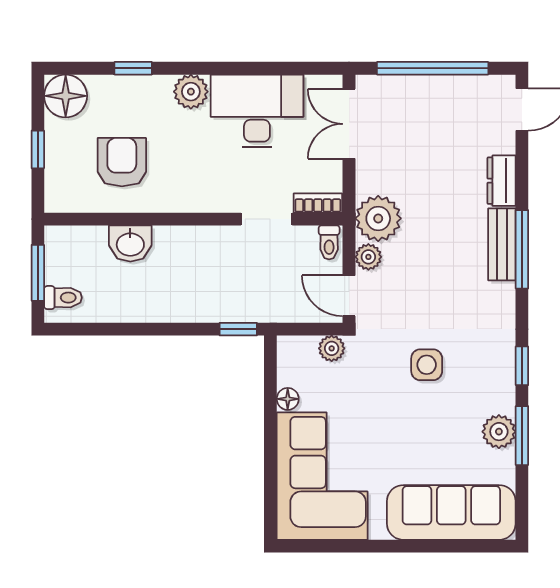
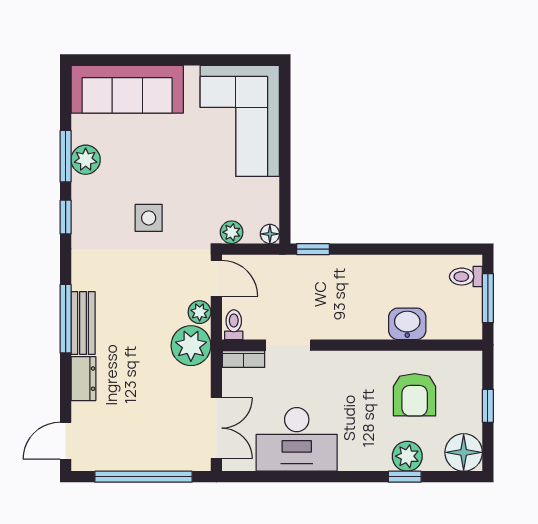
plant: (191, 92) -> (407, 456), moved
floor lamp: (288, 399) -> (270, 234), moved

